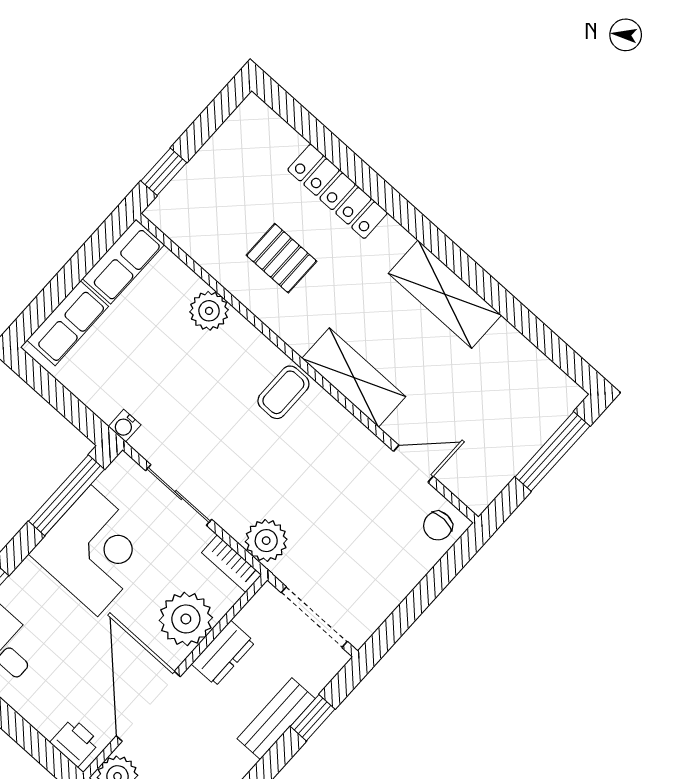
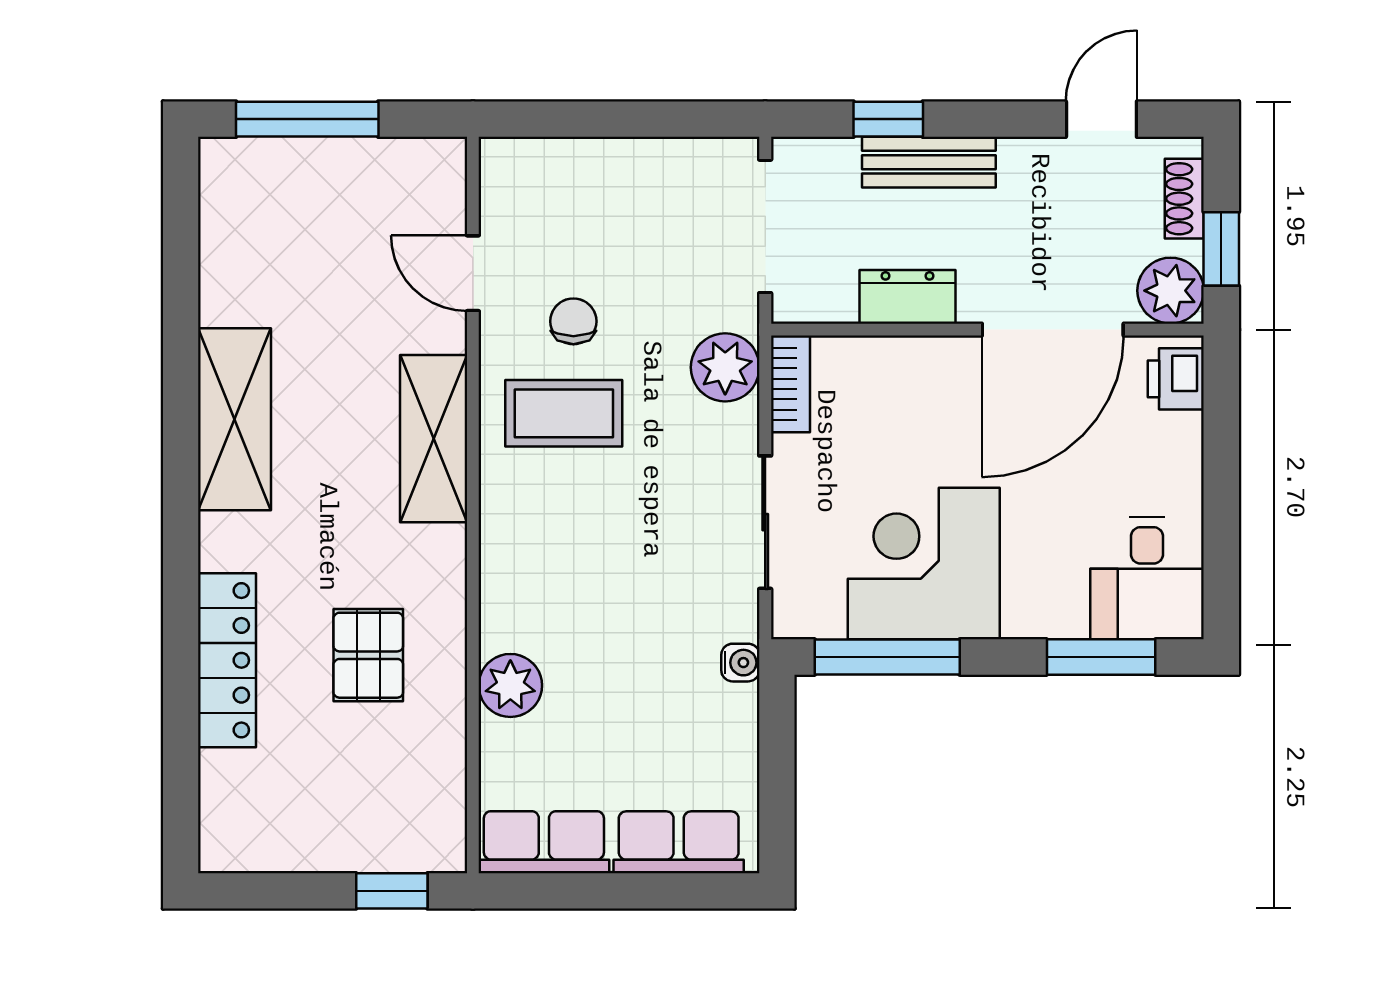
coffee table: (283, 392) -> (564, 413), moved, width x1.36, depth x1.30
chair: (438, 526) -> (573, 321), moved, turned -92
plant: (186, 619) -> (907, 379), removed

